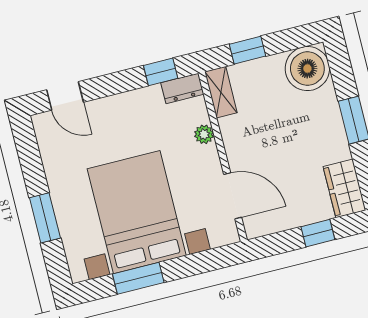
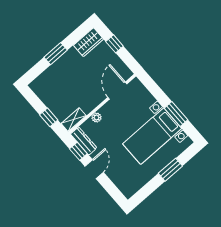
boiler: (307, 69) -> (43, 86), removed
dresser: (182, 88) -> (84, 141), width x1.44
door: (65, 96) -> (94, 169), moved
bed with nightstands: (137, 212) -> (152, 136), width x0.73

